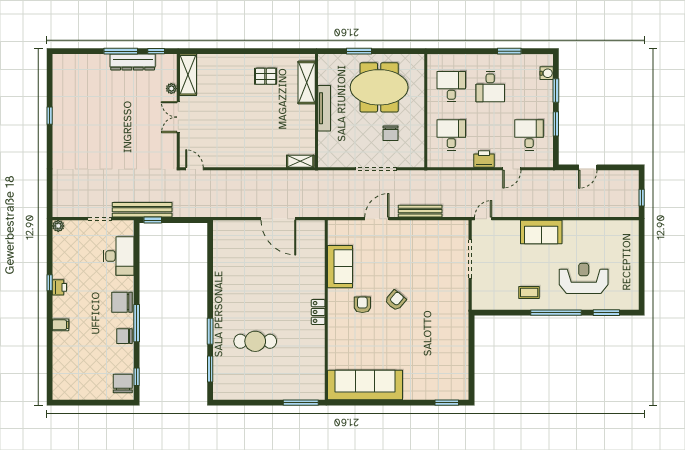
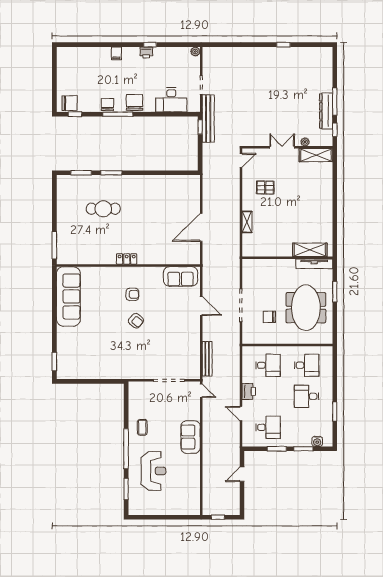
pallet: (266, 76) -> (265, 188), moved, turned 90
tv unit: (324, 108) -> (314, 264), moved
shelving: (300, 161) -> (247, 222), moved
door: (588, 167) -> (242, 474), hinge flipped
bench: (420, 211) -> (207, 359), moved
sofa: (340, 267) -> (181, 276), moved
cafe table: (255, 341) -> (103, 209), turned 90

